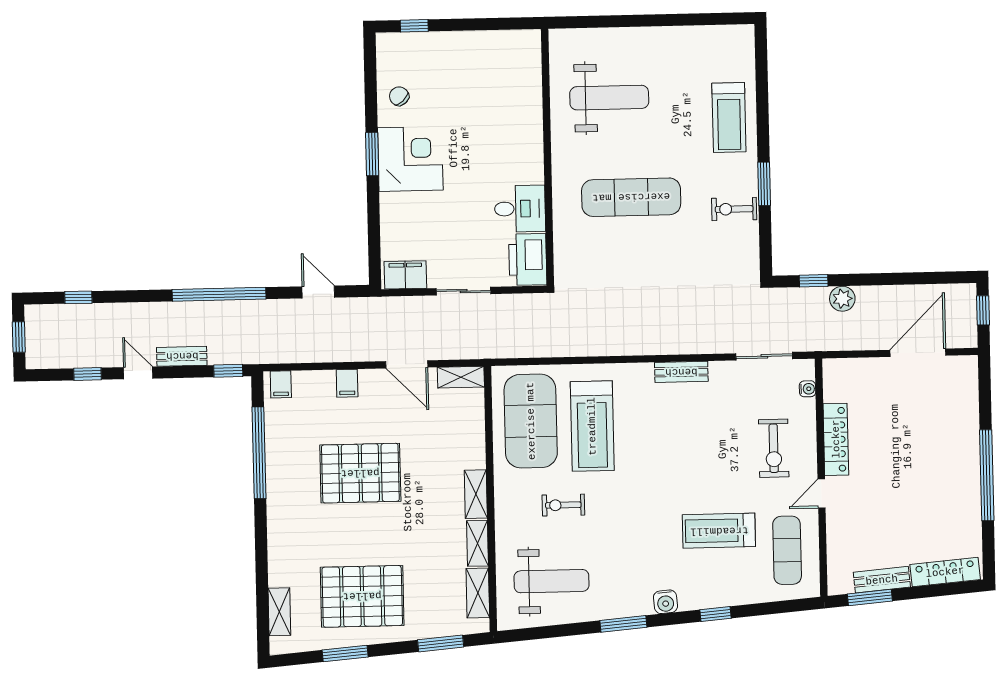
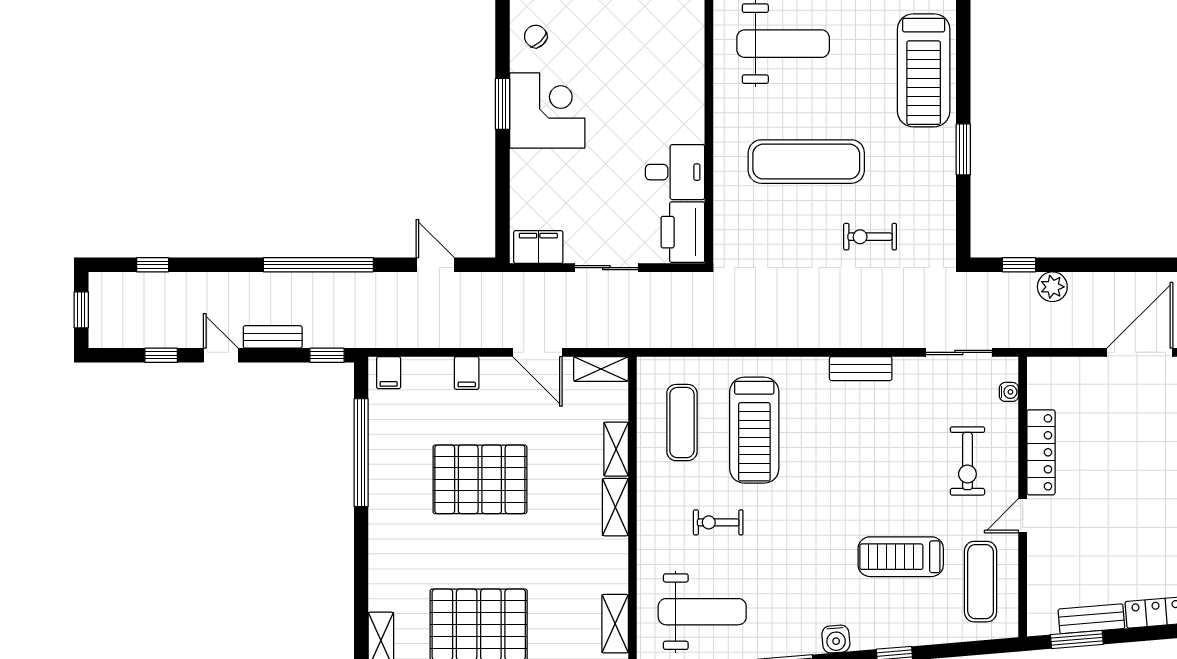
treadmill: (729, 118) -> (924, 70), width x1.37, depth x1.38
exercise bike: (734, 209) -> (870, 237), moved
exercise mat: (531, 421) -> (682, 423), width x0.50, depth x0.69
shelving: (478, 543) -> (616, 449), moved

